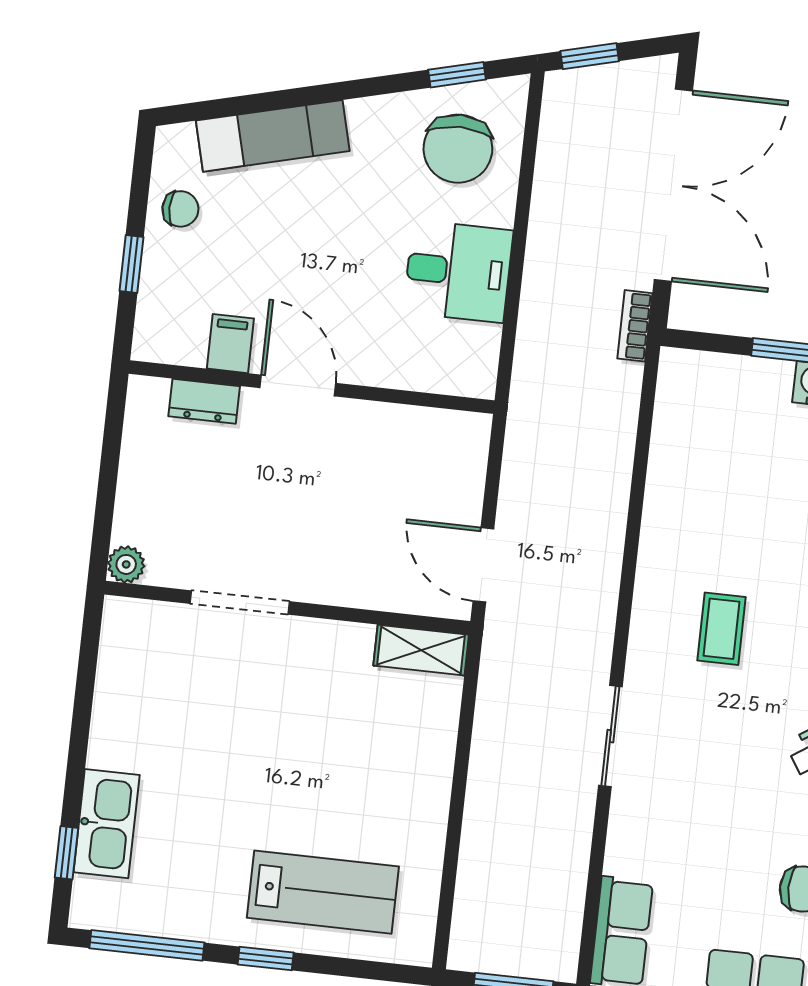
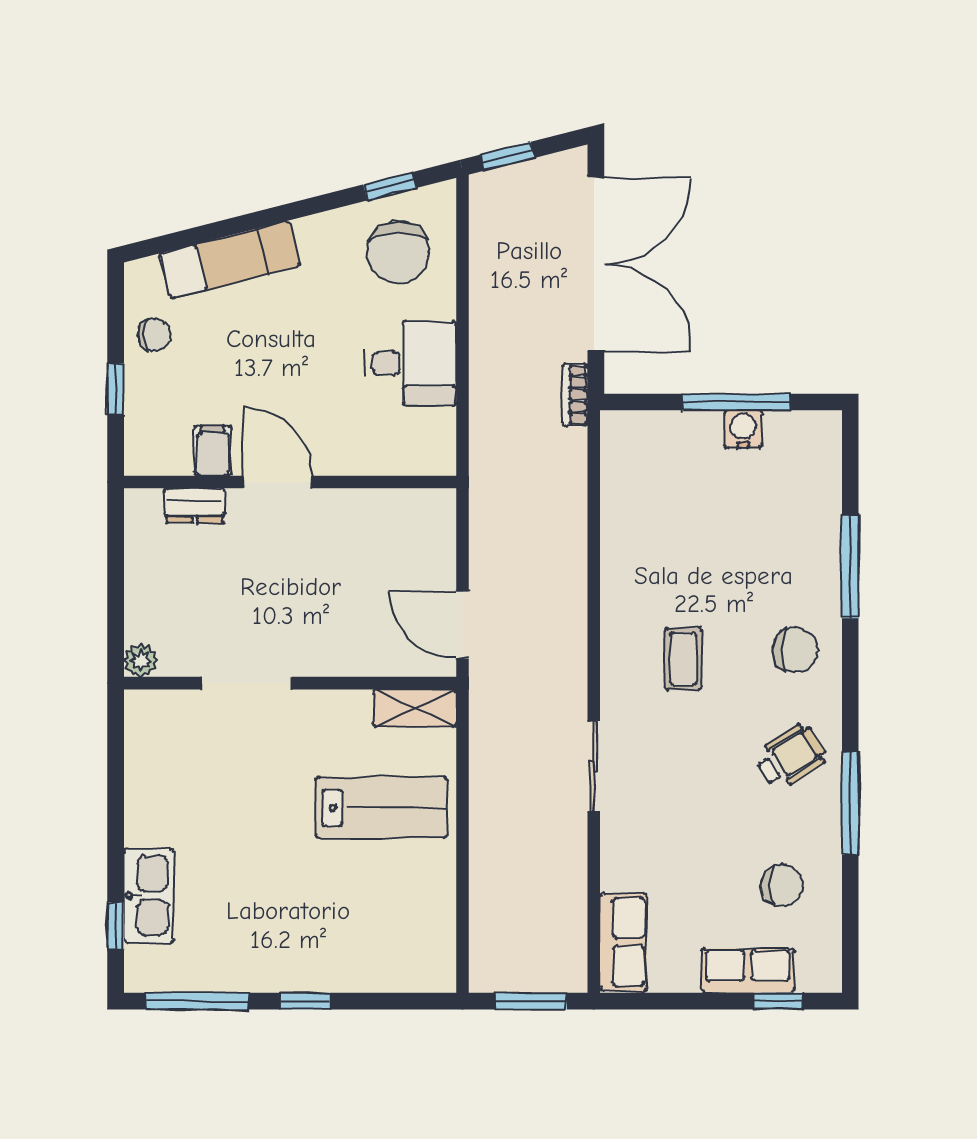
lab bench: (323, 892) -> (382, 808), moved

